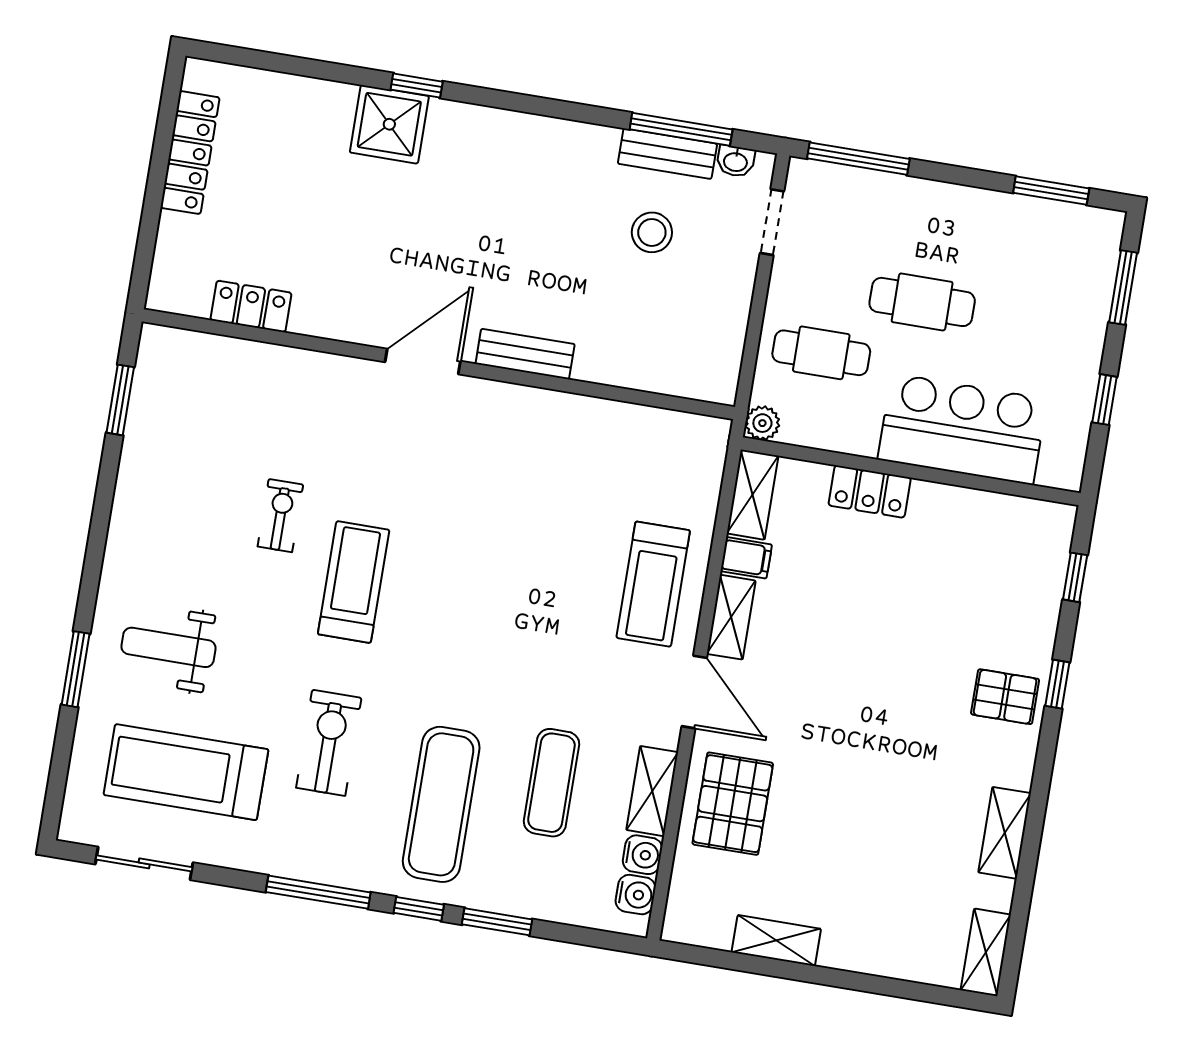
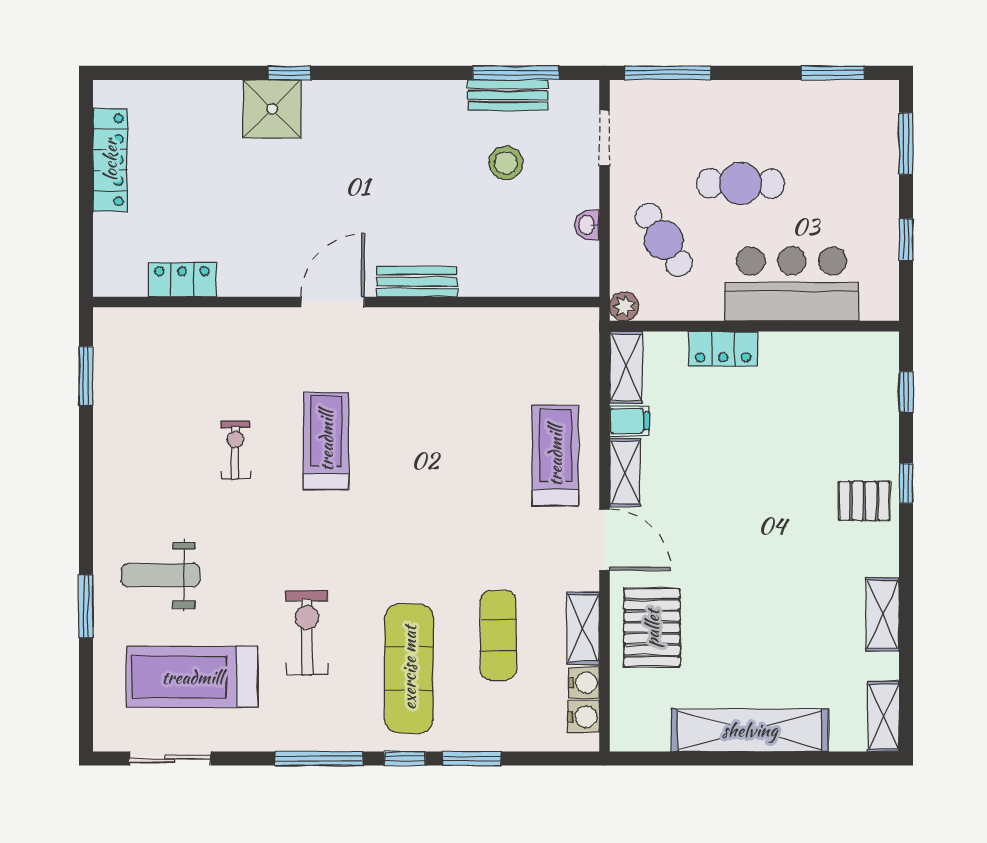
washbasin: (736, 161) -> (587, 225), moved, turned 90
cafe table: (821, 353) -> (664, 240), turned 57
treadmill: (354, 582) -> (326, 441), moved
treadmill: (653, 584) -> (555, 456), turned 180
shelving: (776, 941) -> (750, 730), width x2.20, depth x1.33

